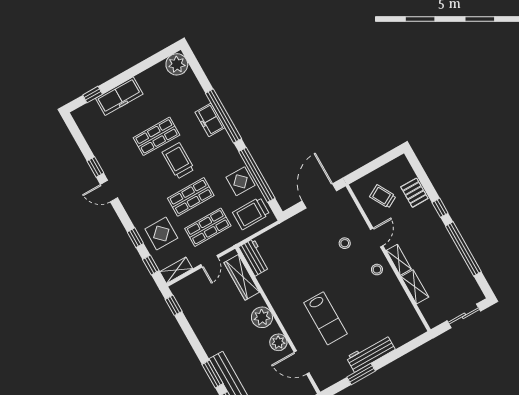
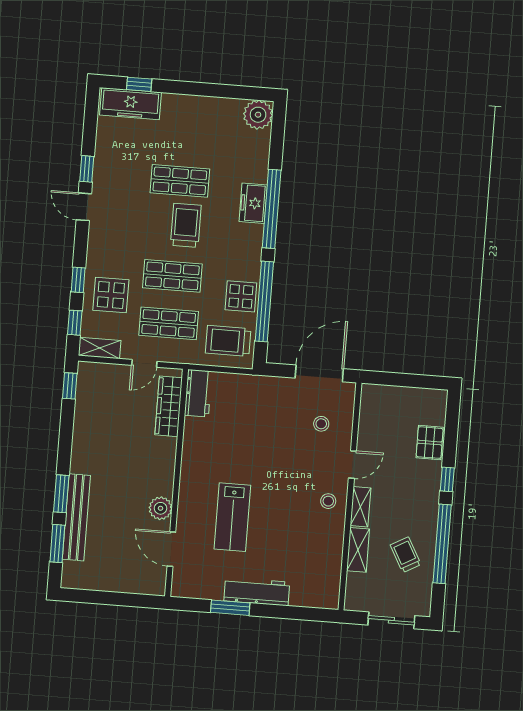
freezer: (119, 96) -> (130, 104), moved
trolley: (383, 196) -> (406, 555), moved
stool: (345, 243) -> (321, 424), moved
plant: (262, 317) -> (161, 467), removed

